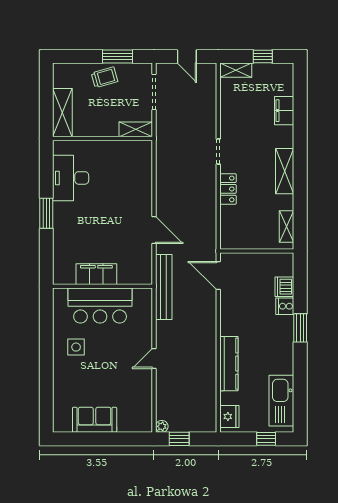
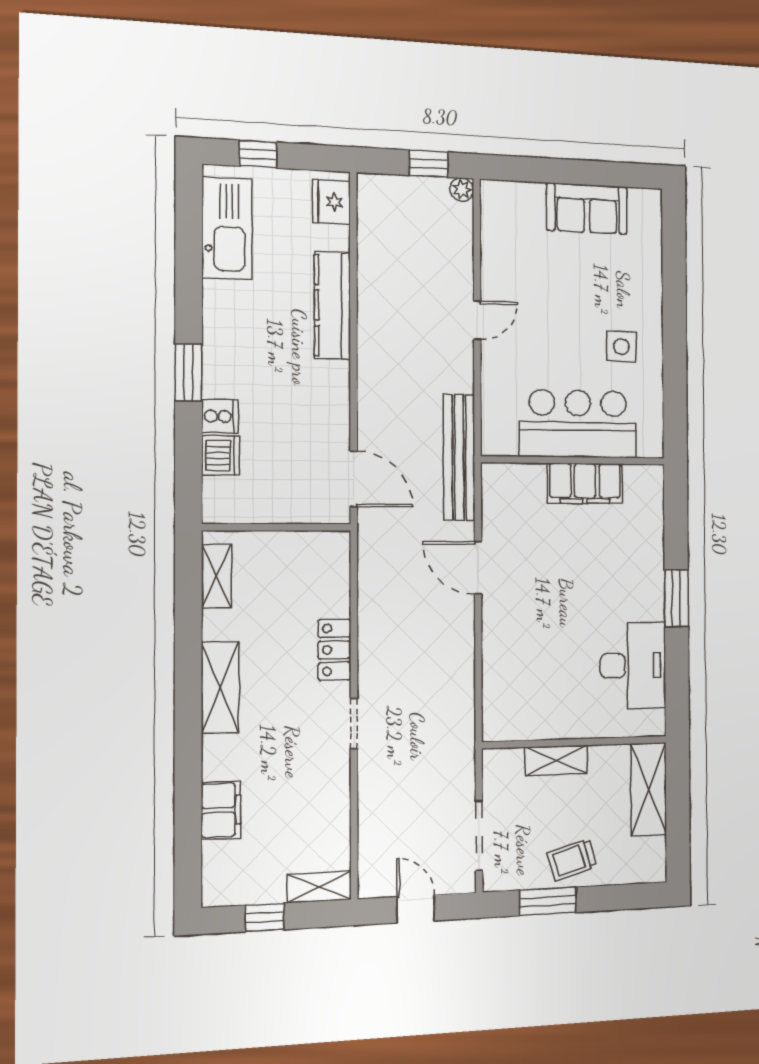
shelving: (136, 129) -> (556, 760), moved

